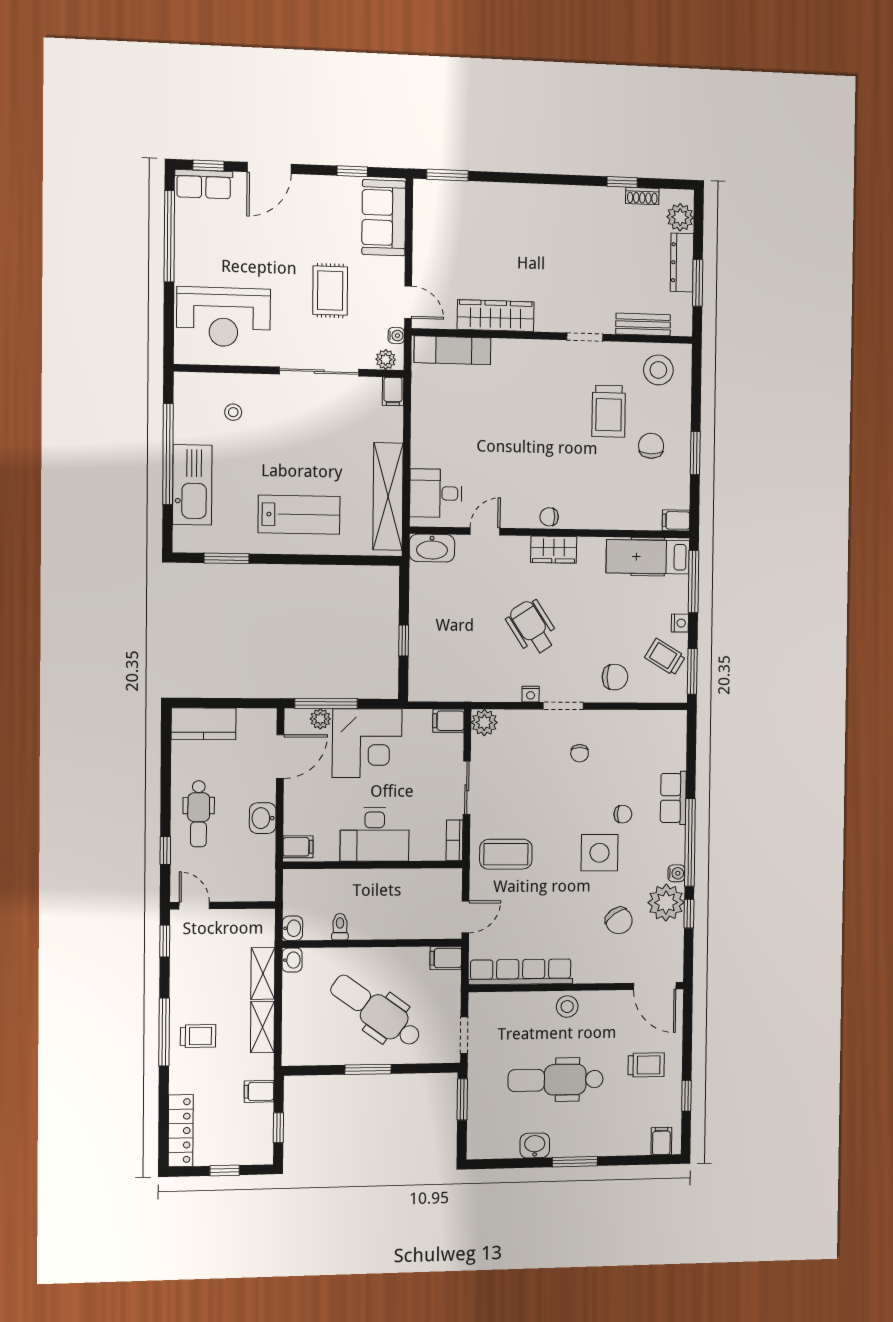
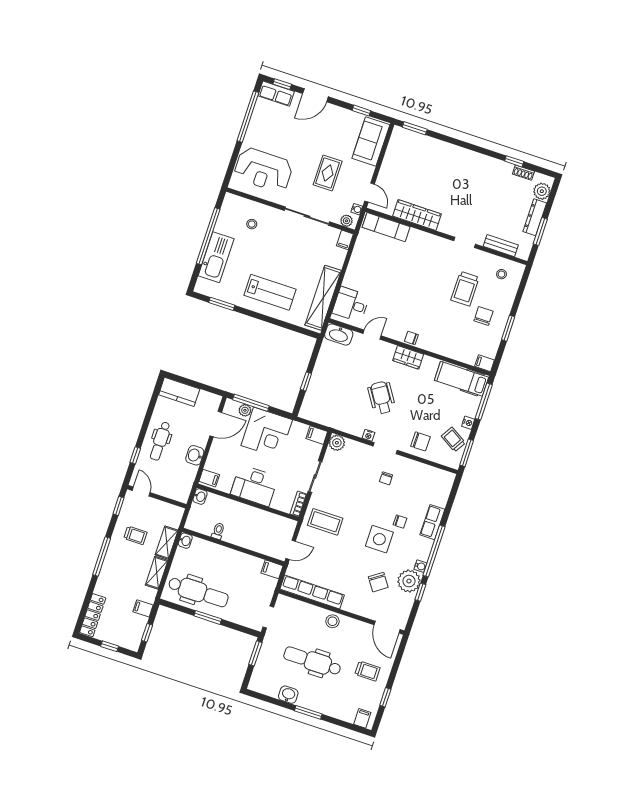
stool: (658, 370) -> (501, 274), width x0.53, depth x0.53
washbasin: (292, 928) -> (200, 496), moved
dental chair: (376, 1011) -> (198, 592), moved, turned 144
trolley: (198, 1036) -> (135, 535), moved

